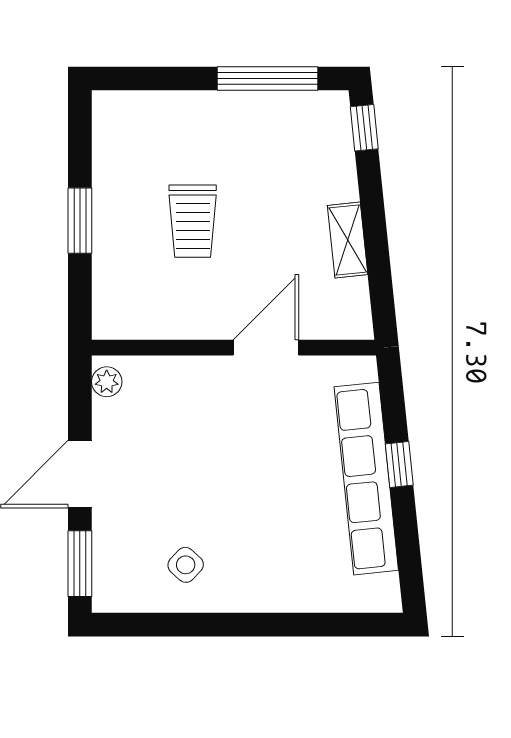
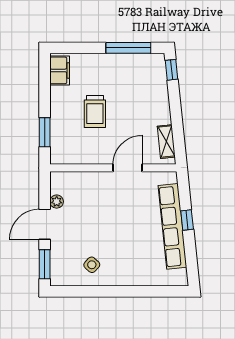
filing cabinet: (114, 129) -> (60, 70), added
window: (80, 221) -> (45, 132), moved
shelving: (348, 240) -> (166, 142), moved
plant: (107, 382) -> (57, 202), moved

